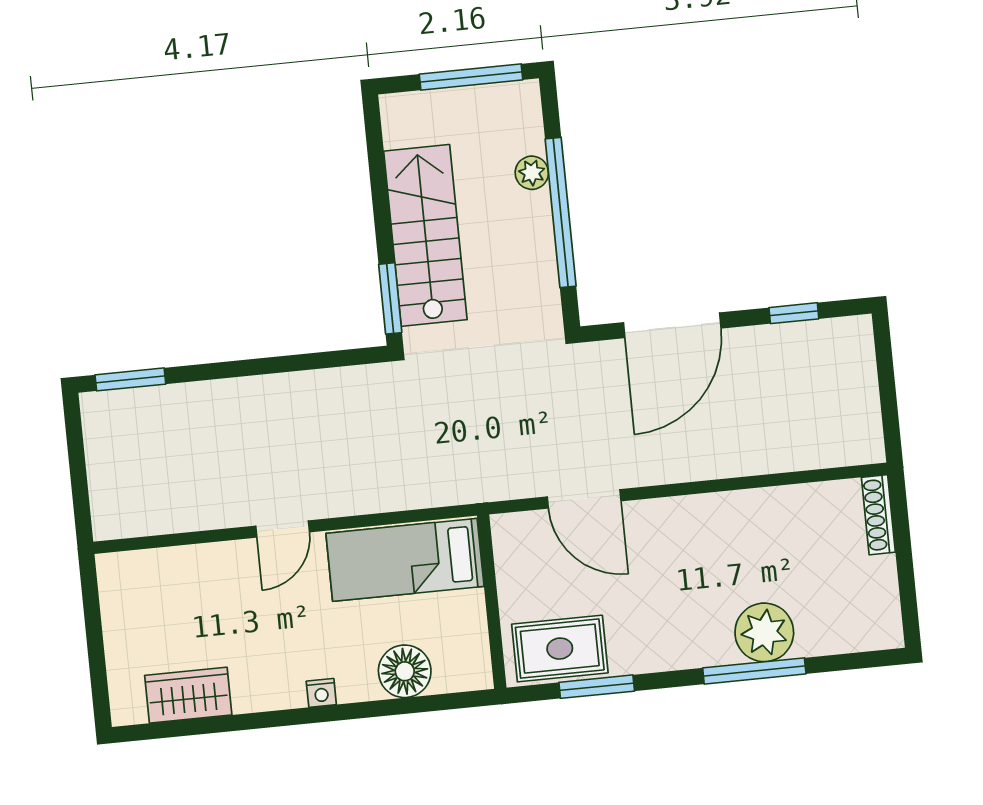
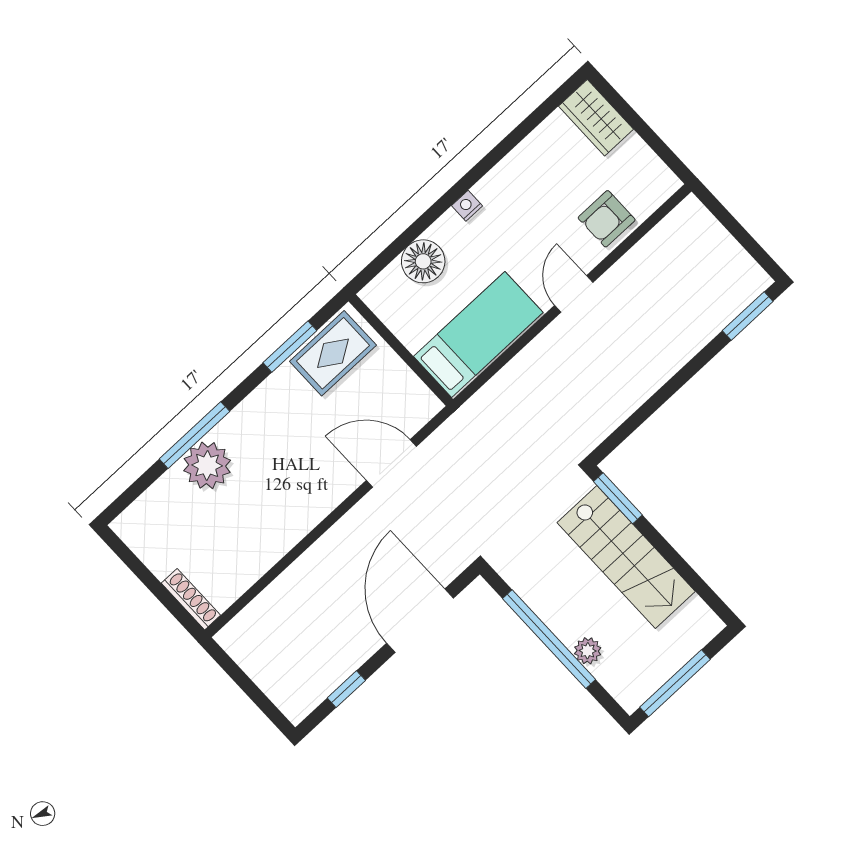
armchair: (196, 578) -> (607, 219), added
wardrobe: (188, 695) -> (596, 118), moved, turned 90

